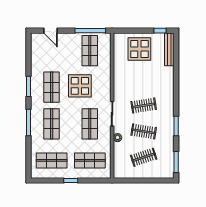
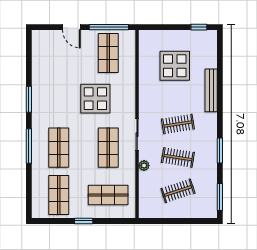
door: (51, 31) -> (71, 27), moved
display table: (139, 49) -> (175, 66), moved
bench: (169, 49) -> (211, 90), moved
shop shelf: (52, 87) -> (59, 100), removed
shop shelf: (52, 160) -> (59, 195), turned 90

